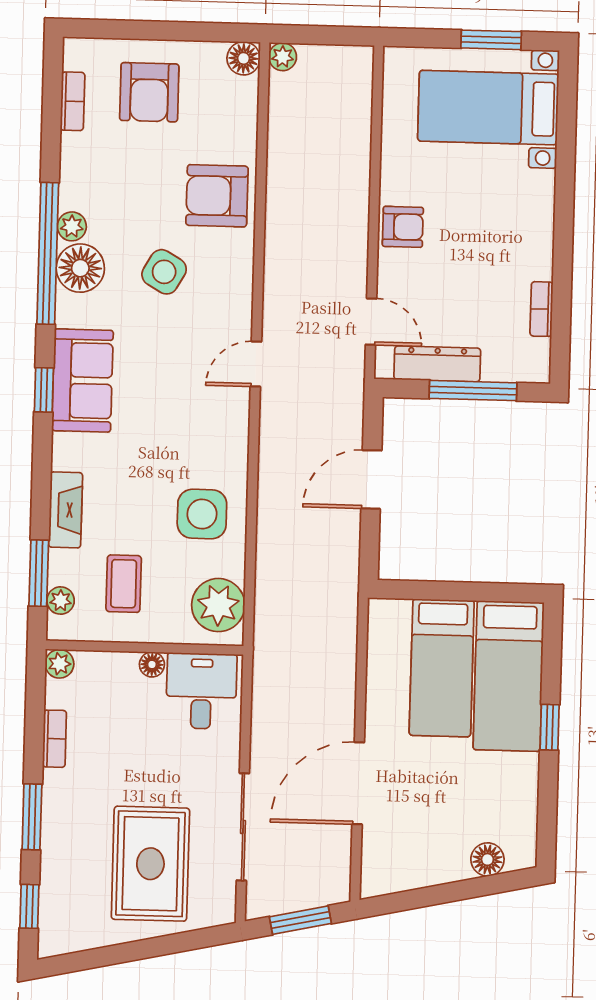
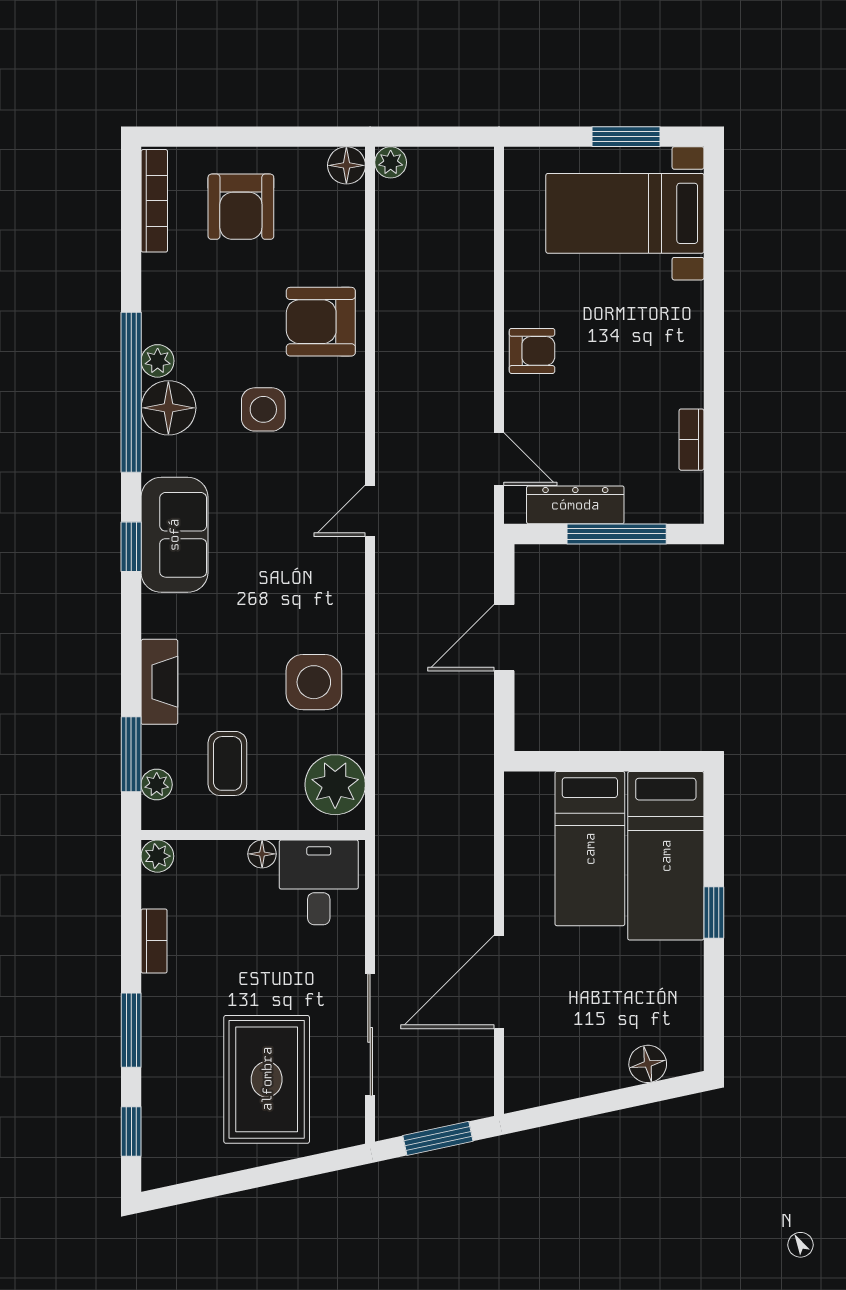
bookcase: (72, 101) -> (154, 201), width x1.56
side table: (164, 272) -> (263, 409), turned -30

